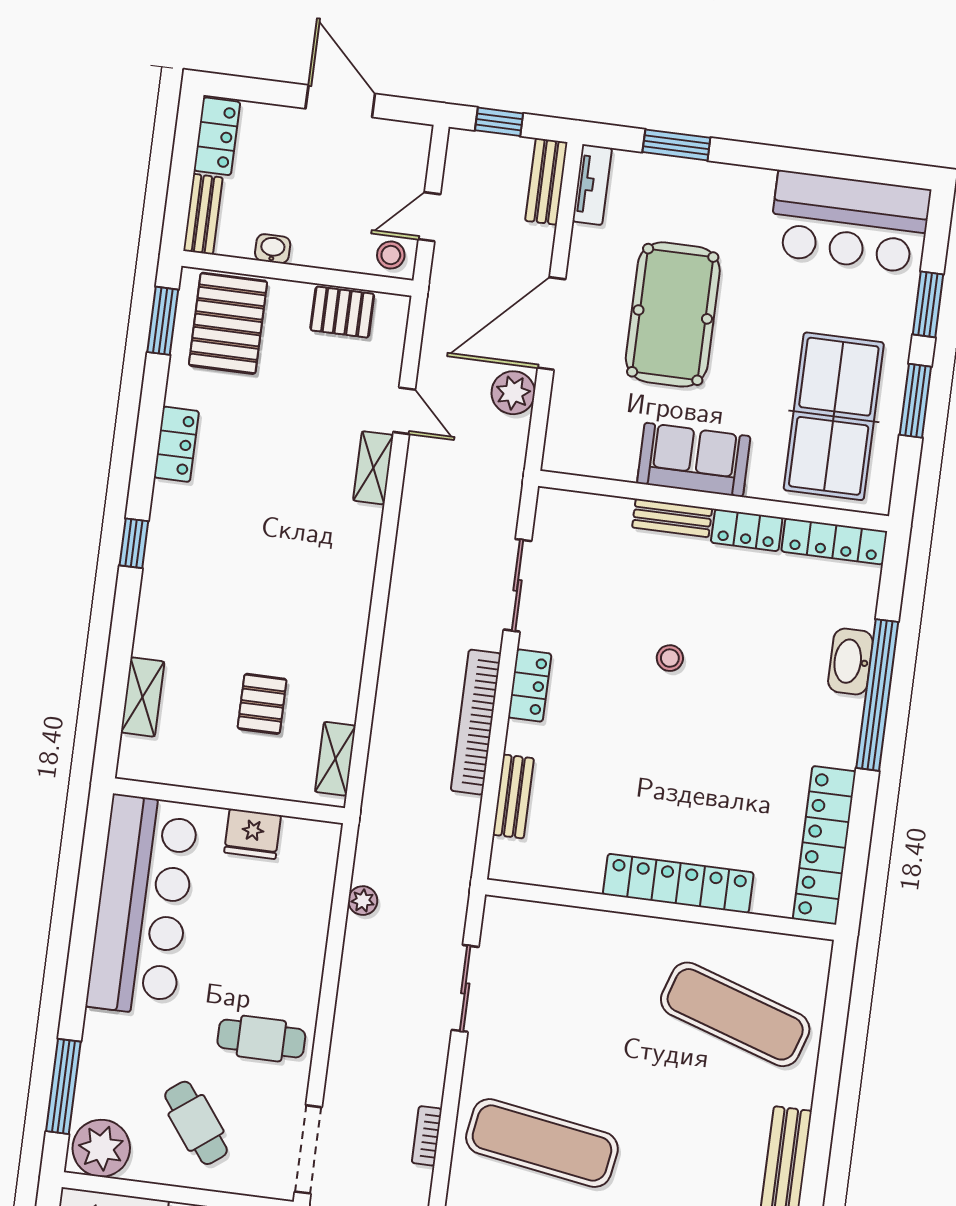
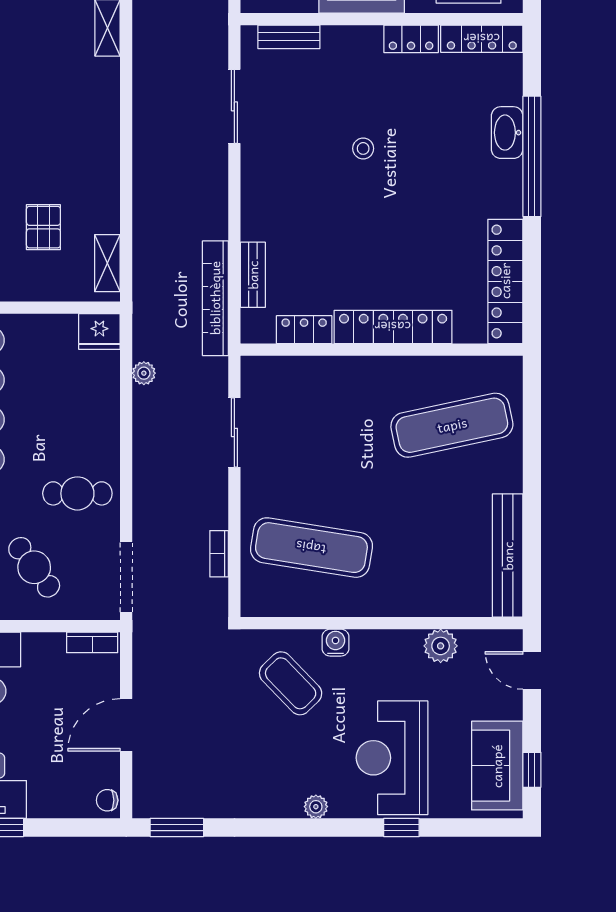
bench: (672, 518) -> (289, 37), moved
locker: (530, 686) -> (304, 330), moved, turned -90
bookcase: (476, 722) -> (215, 298), moved
fridge: (253, 834) -> (99, 331), moved
exercise mat: (735, 1014) -> (452, 425), turned -30

